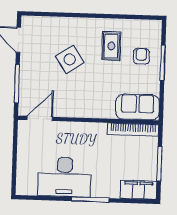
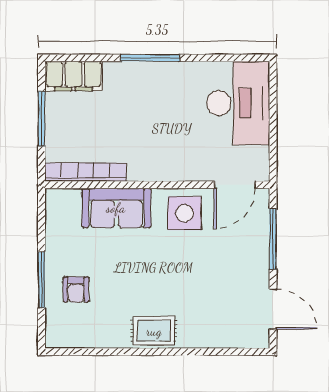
rug: (111, 46) -> (154, 331), moved, turned 90
side table: (70, 59) -> (185, 213), moved, turned 33
sofa: (138, 107) -> (116, 208), moved
desk: (65, 177) -> (238, 103), moved, turned 90

